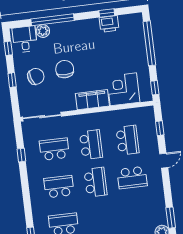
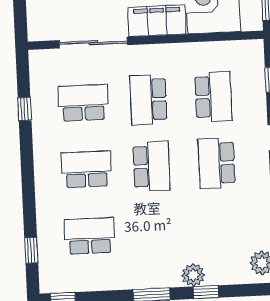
sliding door: (42, 117) -> (93, 43), moved
school desk: (91, 145) -> (148, 100), turned 180
school desk: (132, 178) -> (217, 163), turned 90

